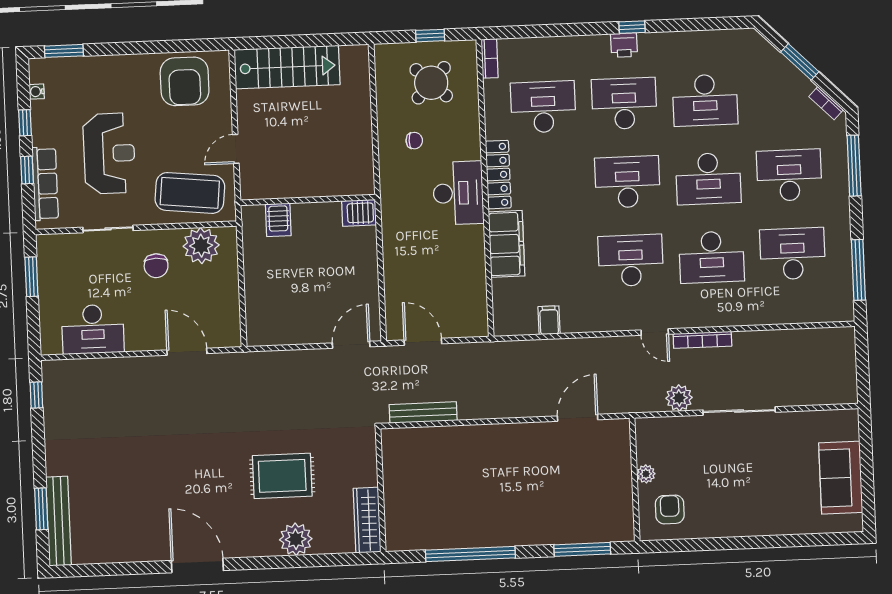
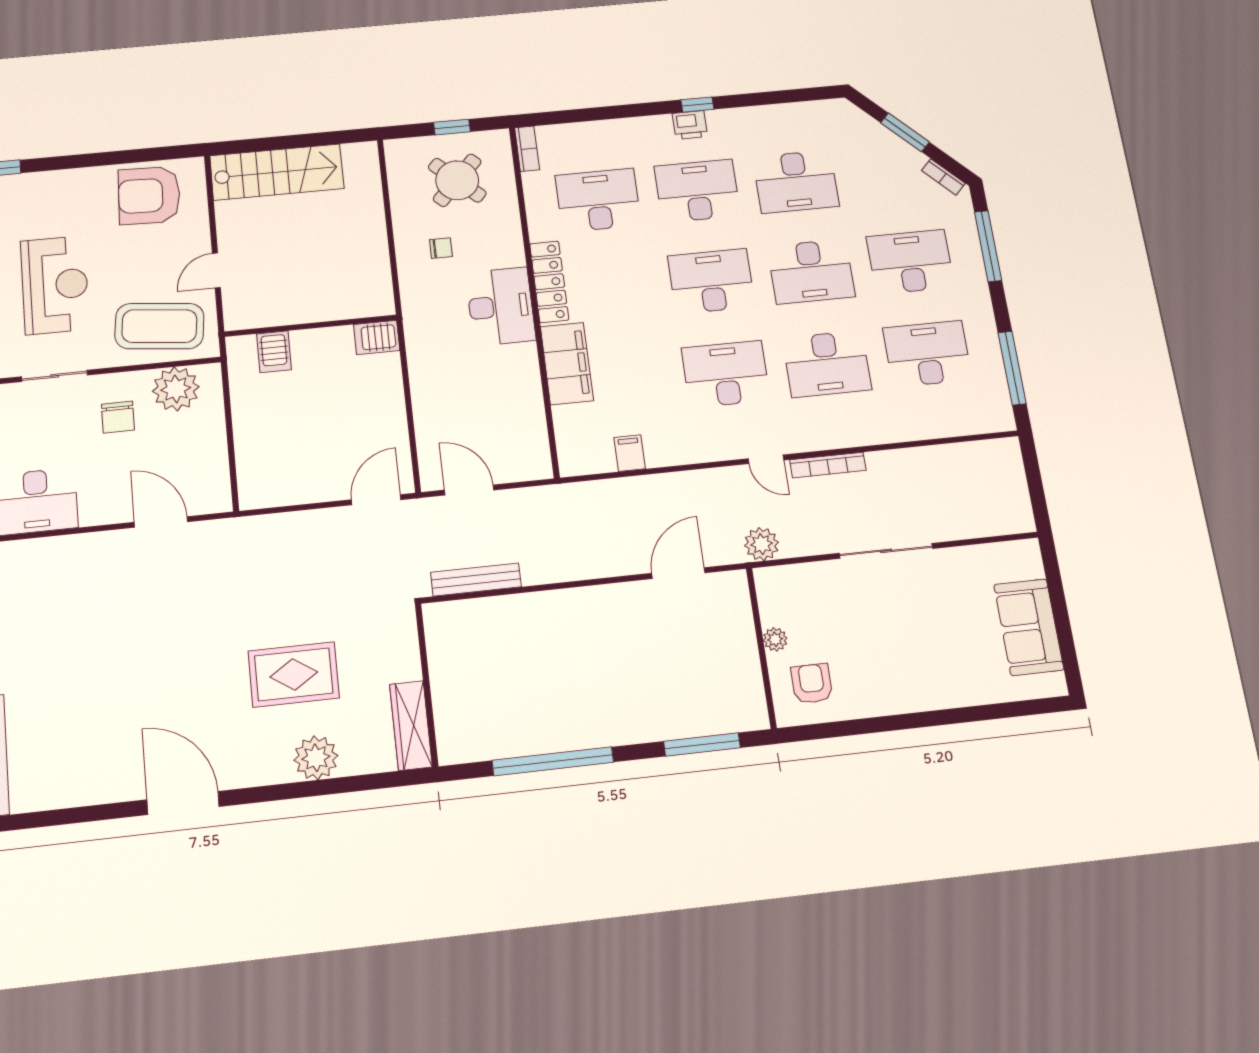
armchair: (185, 81) -> (149, 195), turned 92
plant: (679, 398) -> (762, 544), moved

